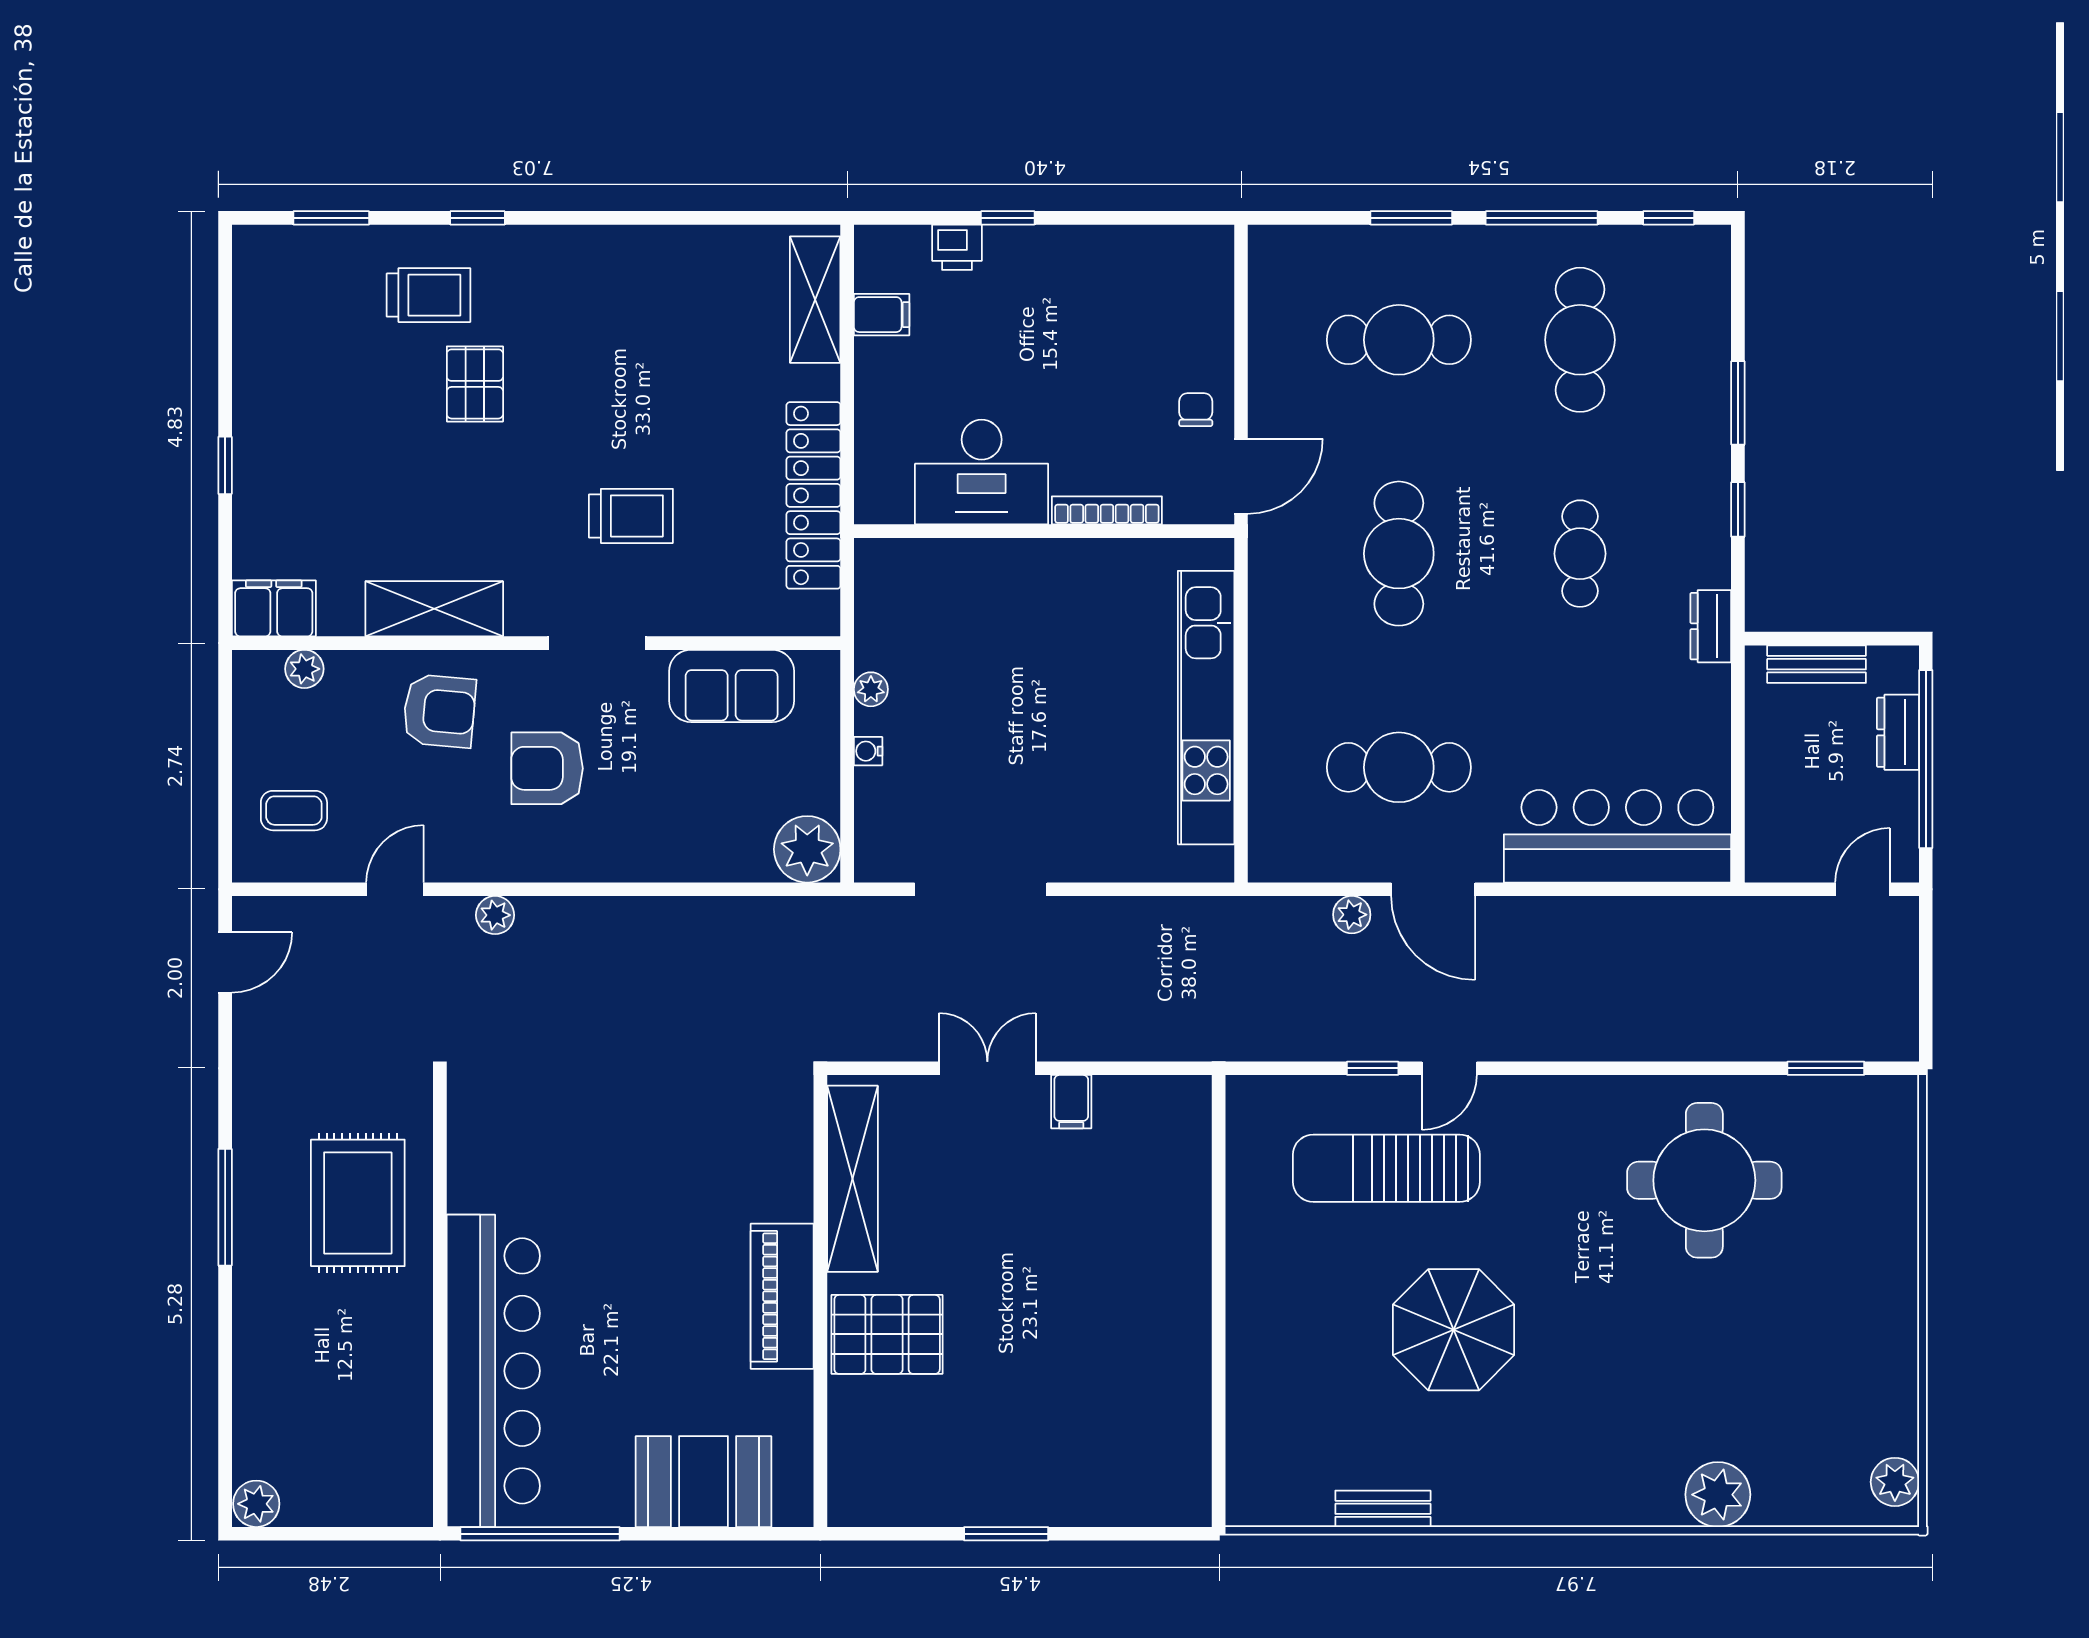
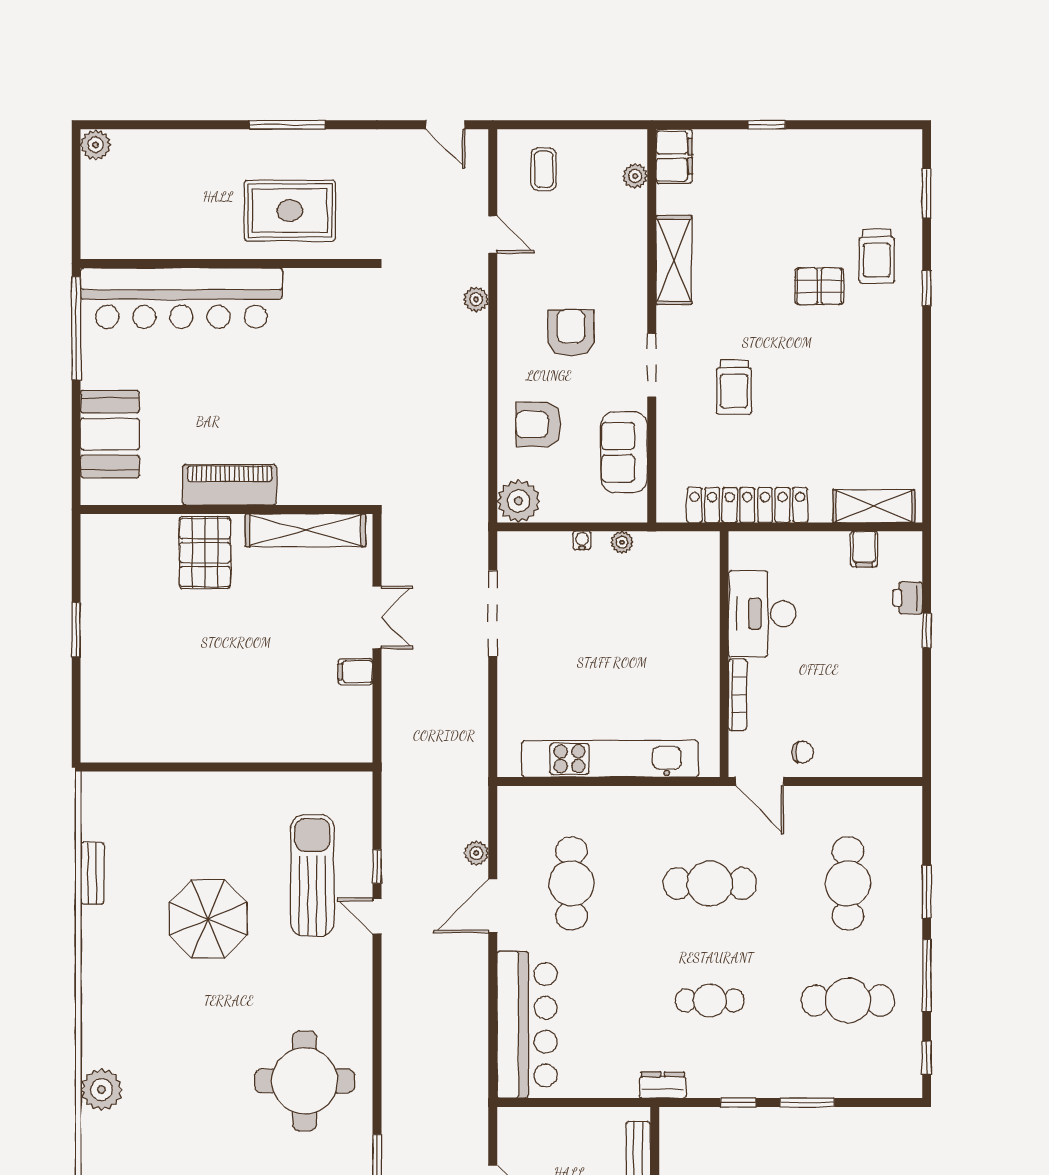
armchair: (439, 711) -> (538, 424), moved, turned 85

